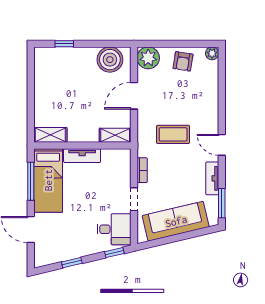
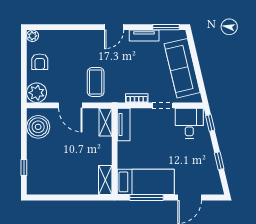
armchair: (183, 61) -> (40, 62), turned 81
coffee table: (173, 134) -> (96, 82), moved
tv unit: (82, 156) -> (124, 125), moved

